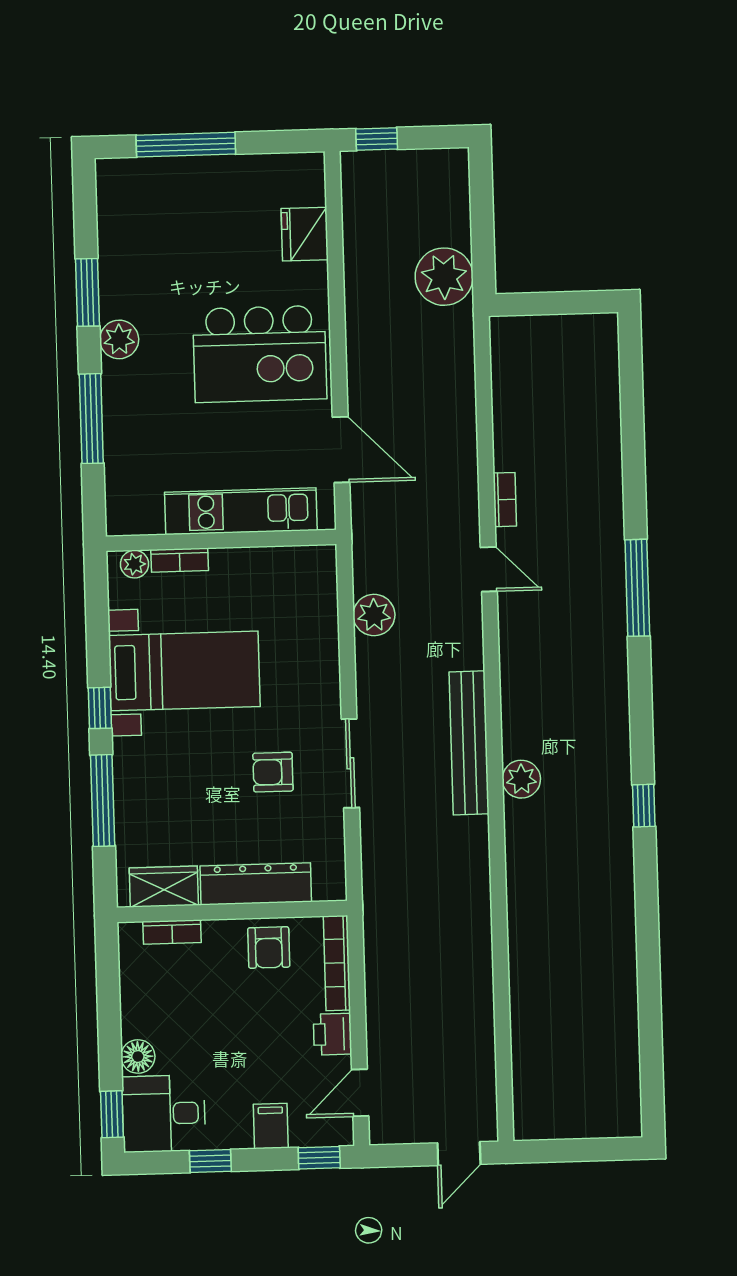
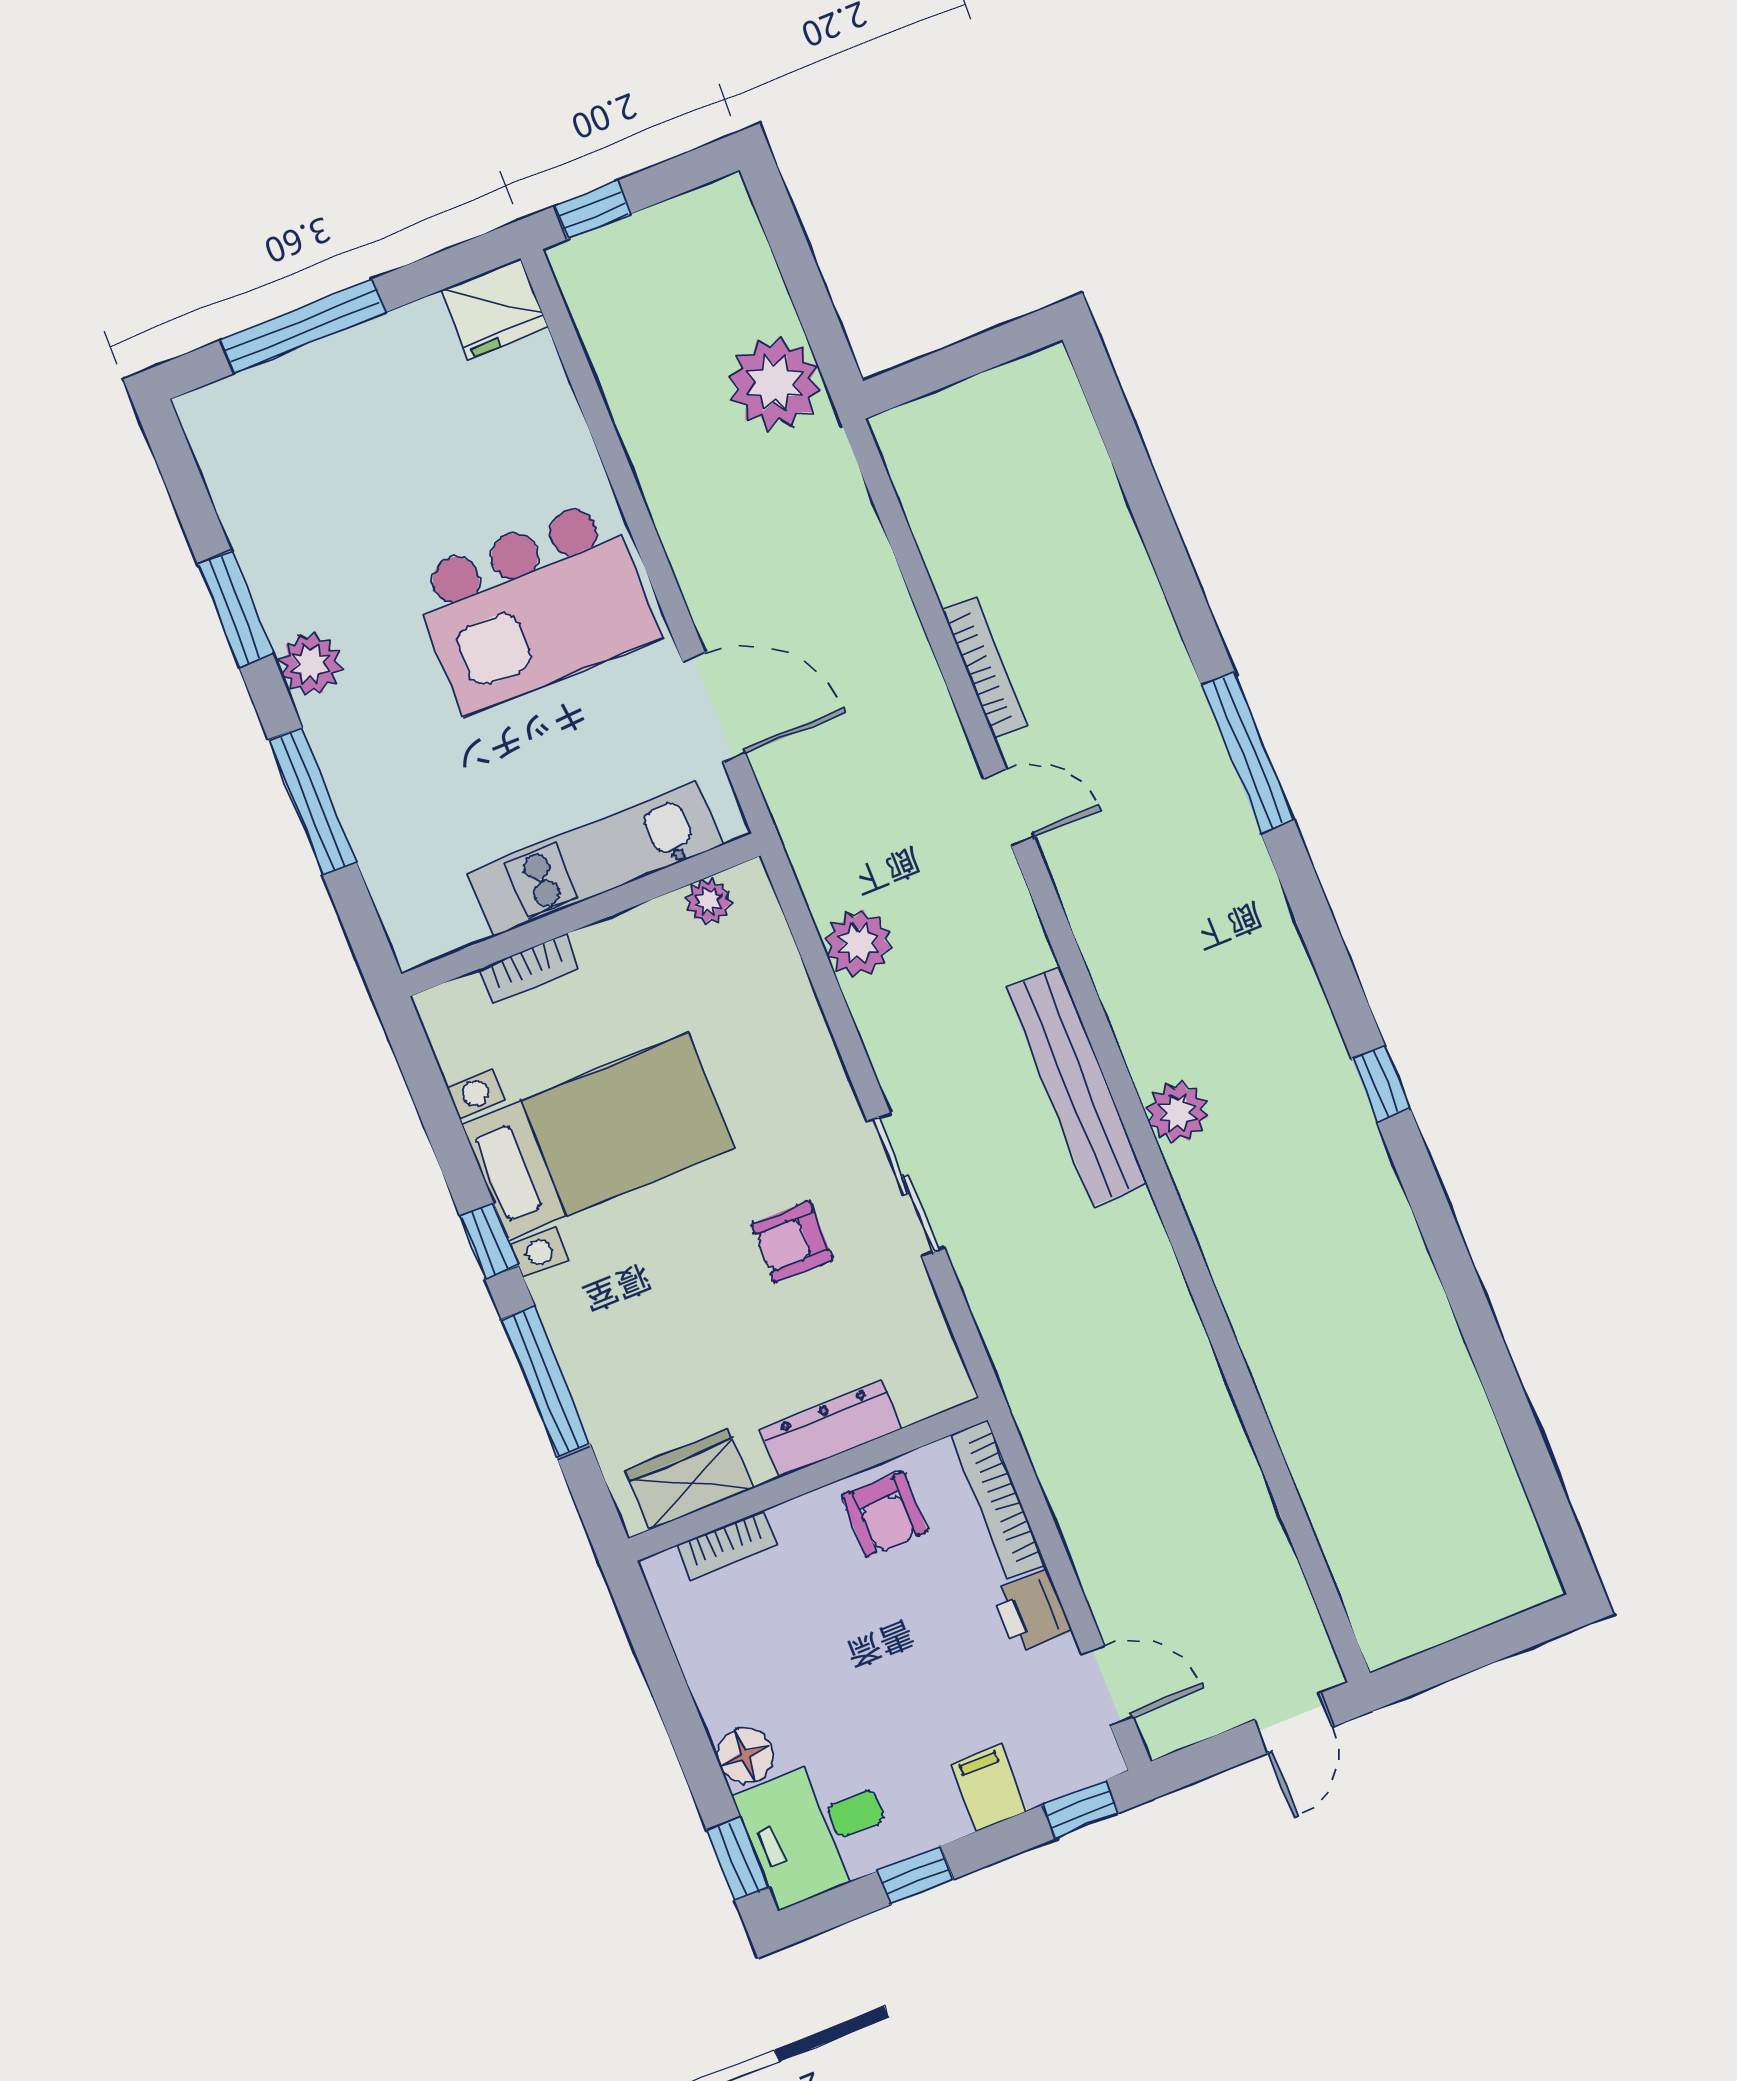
fridge: (305, 234) -> (494, 309), moved, turned -90
bookcase: (505, 500) -> (985, 669), width x1.56
plant: (134, 564) -> (708, 901), moved
dresser: (256, 884) -> (831, 1429), width x0.73, depth x0.80
door: (360, 1093) -> (1107, 1686), swing flipped

